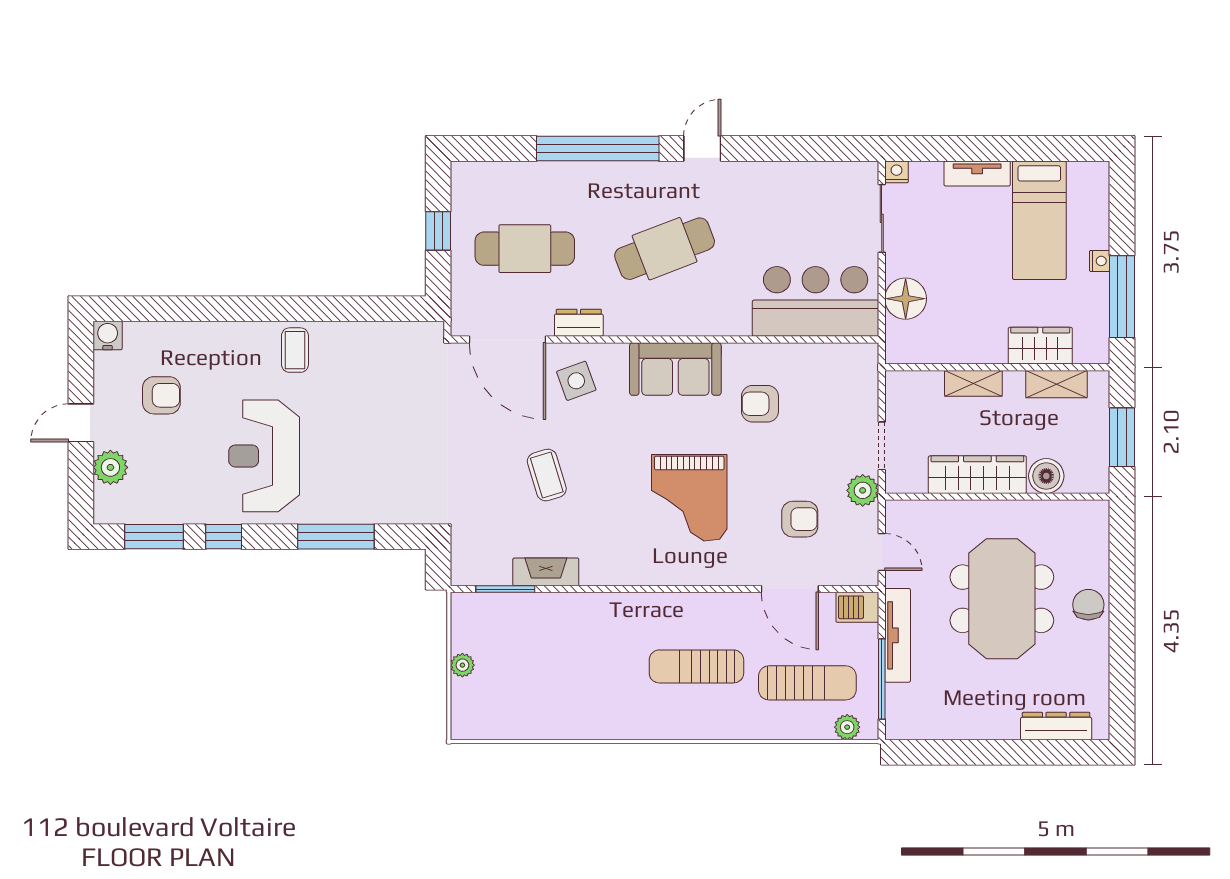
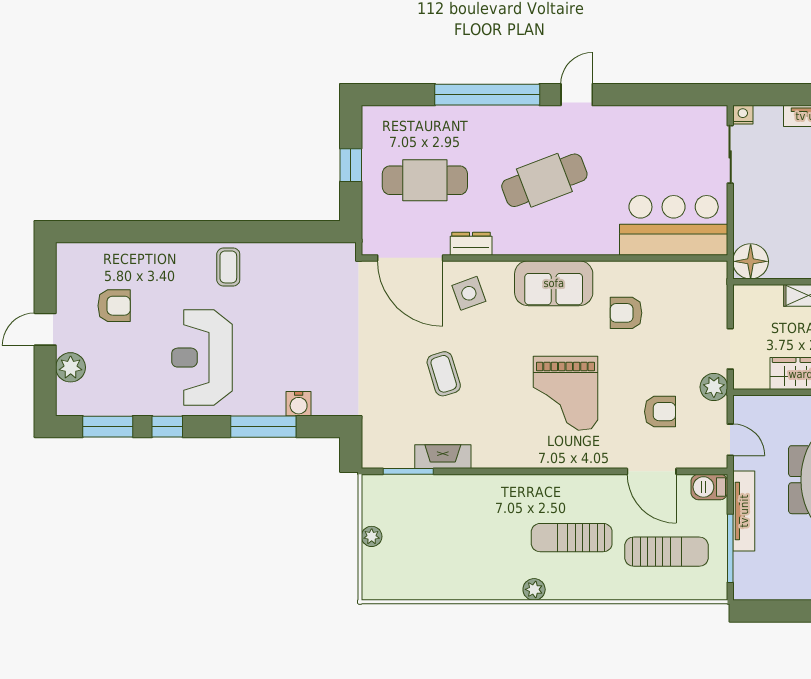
floor lamp: (906, 299) -> (751, 261), moved
water cooler: (108, 335) -> (299, 404), moved, turned 180
plant: (847, 727) -> (534, 589), moved

